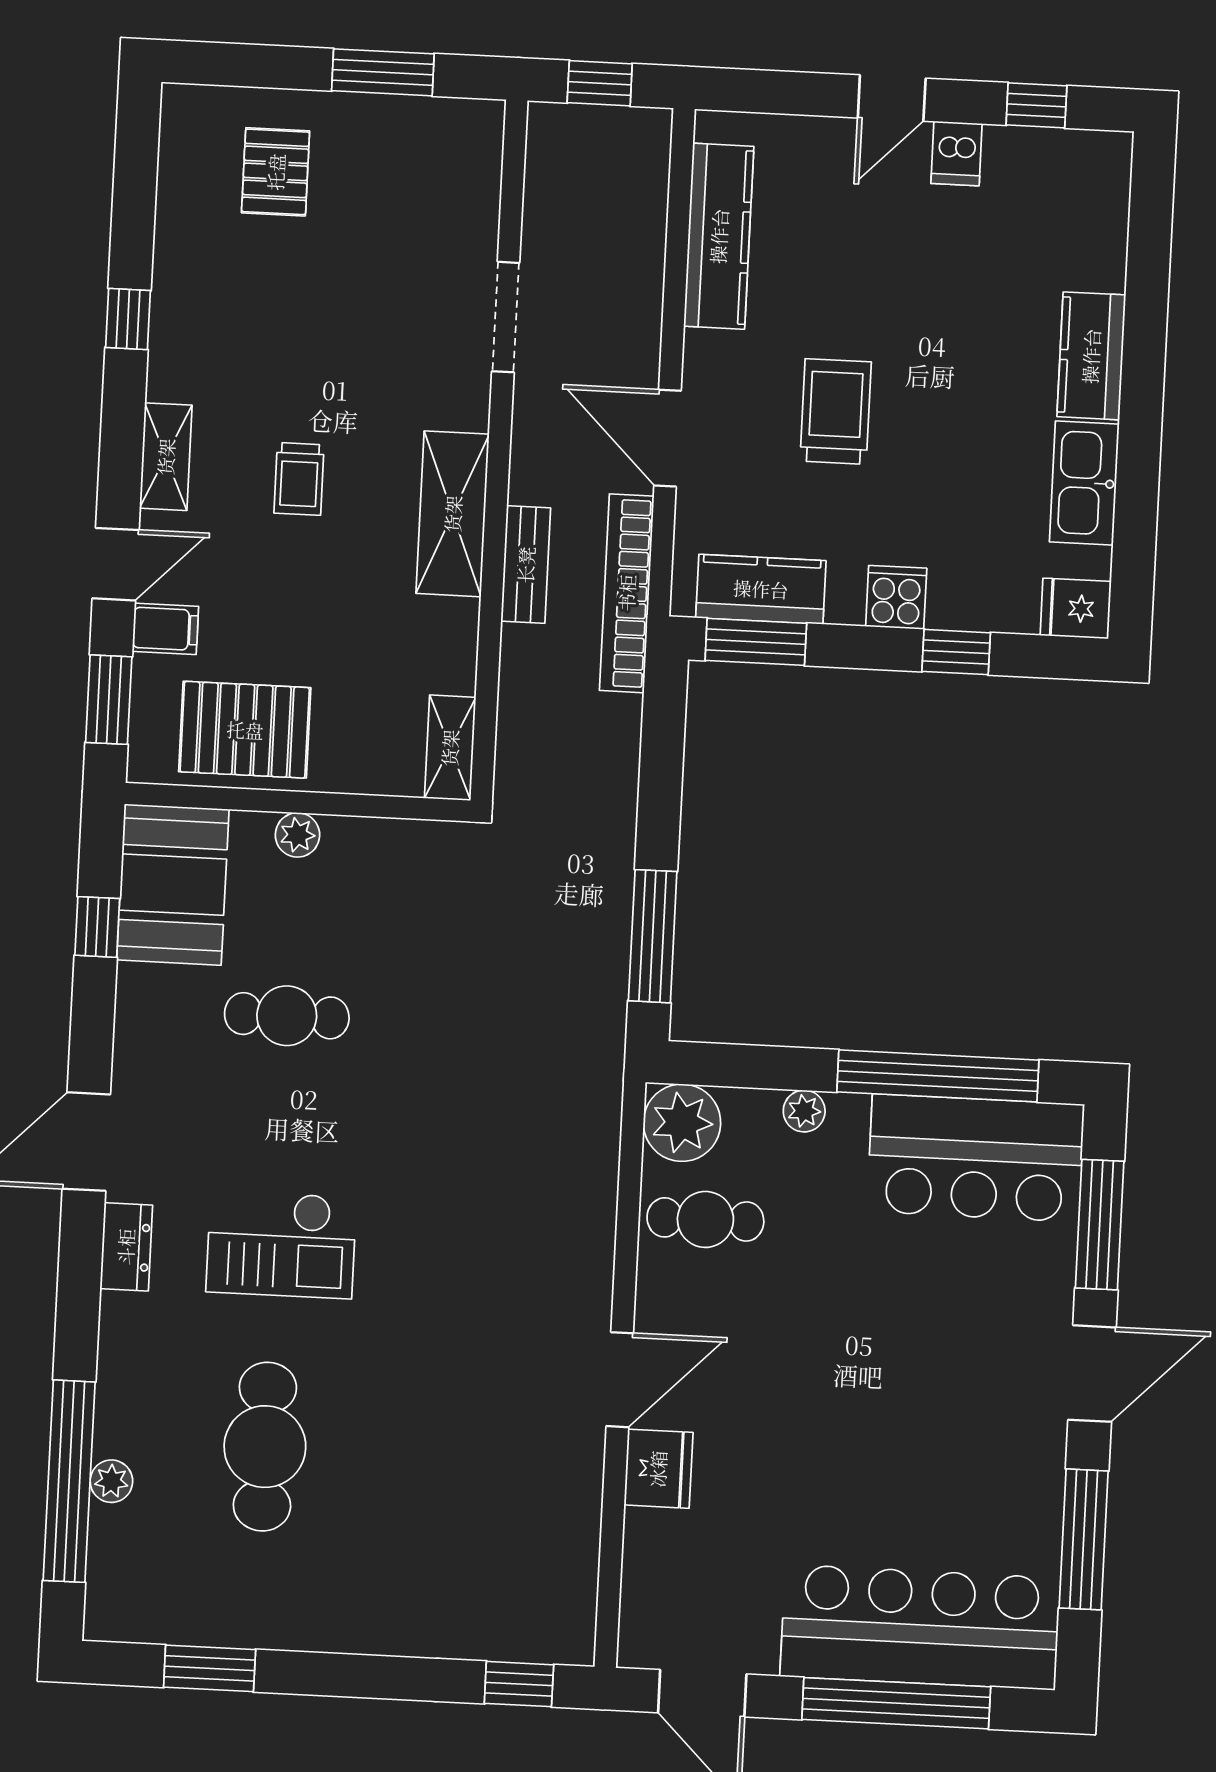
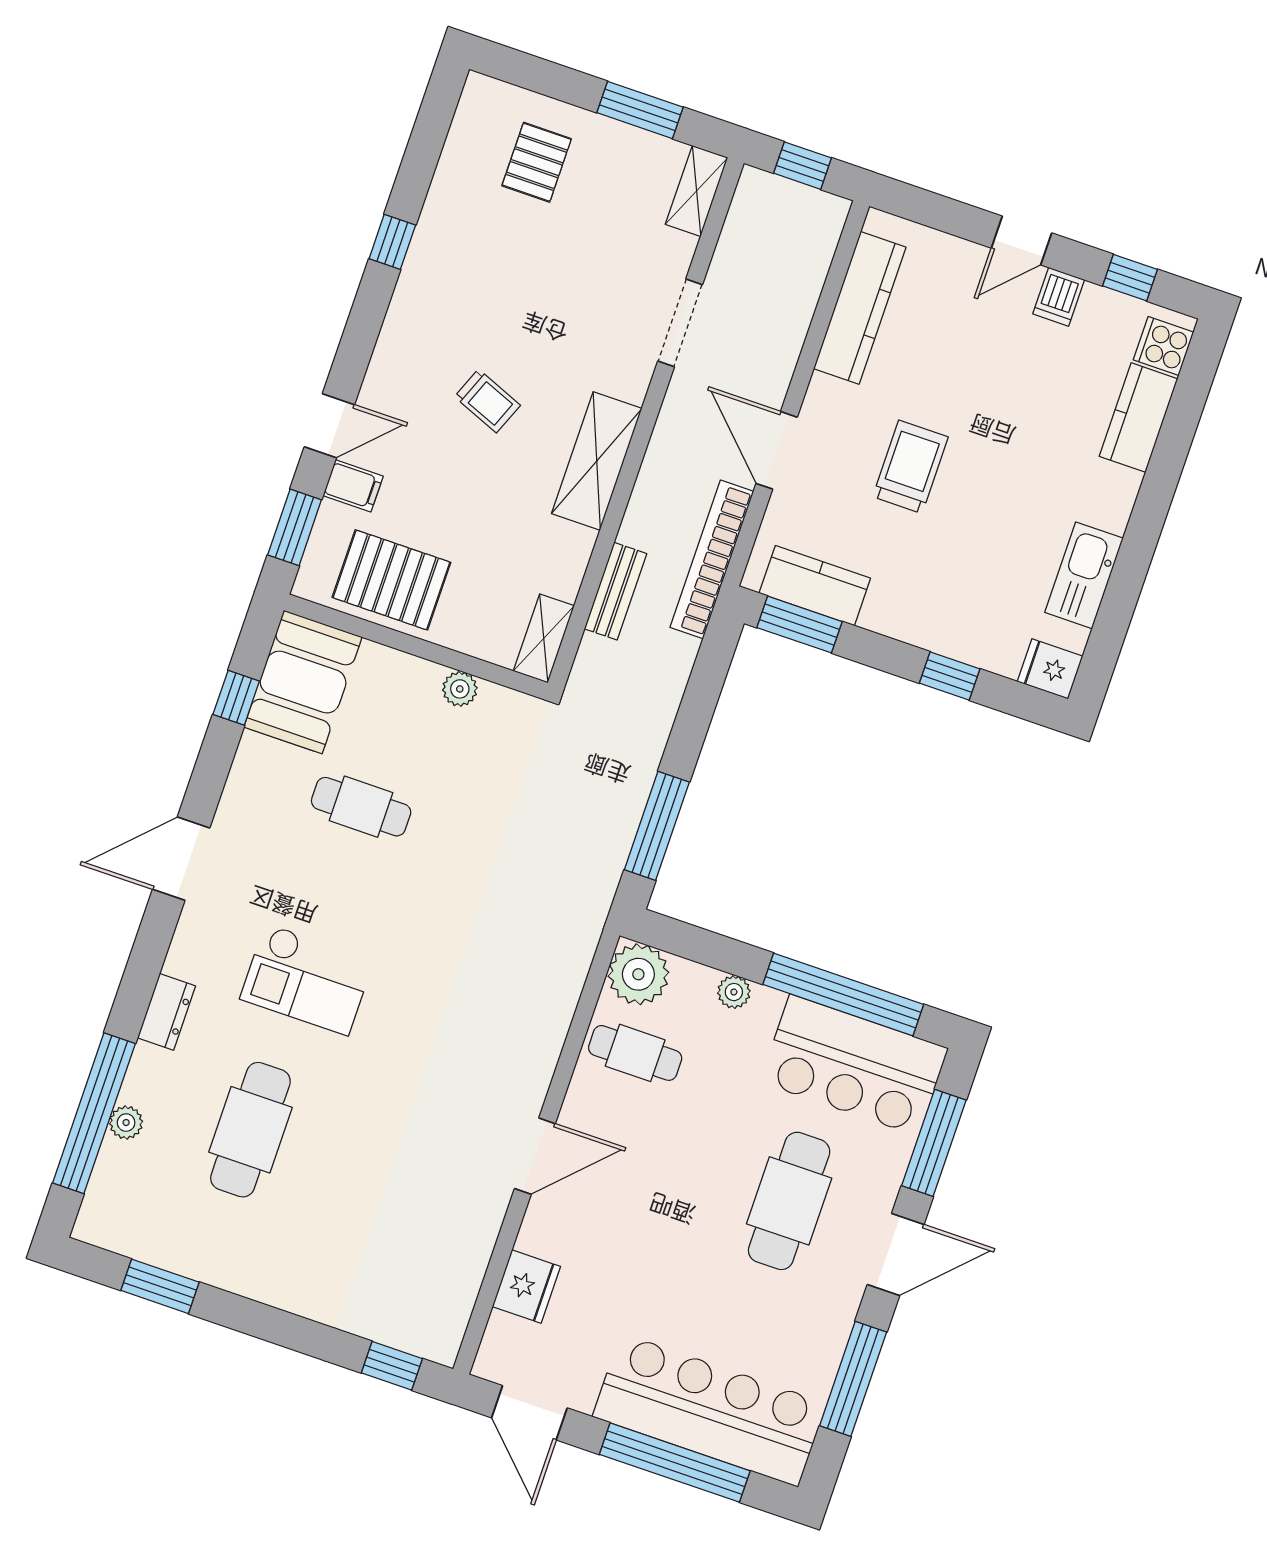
kitchen counter: (1091, 356) -> (1138, 418), moved
shelving: (166, 457) -> (697, 191), moved
trolley: (299, 479) -> (487, 401), turned -68
bench: (526, 565) -> (615, 591), moved
cooker: (896, 597) -> (1164, 346), moved, turned -90
plant: (297, 835) -> (460, 689), moved
dresser: (126, 1247) -> (166, 1012), moved
cafe table: (944, 1346) -> (789, 1201), added
fridge: (658, 1469) -> (526, 1287), moved

